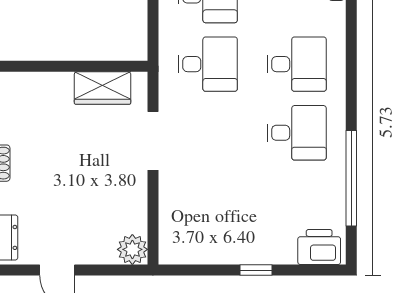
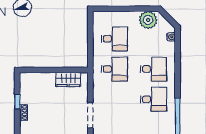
doorway: (153, 141) -> (90, 115), moved

